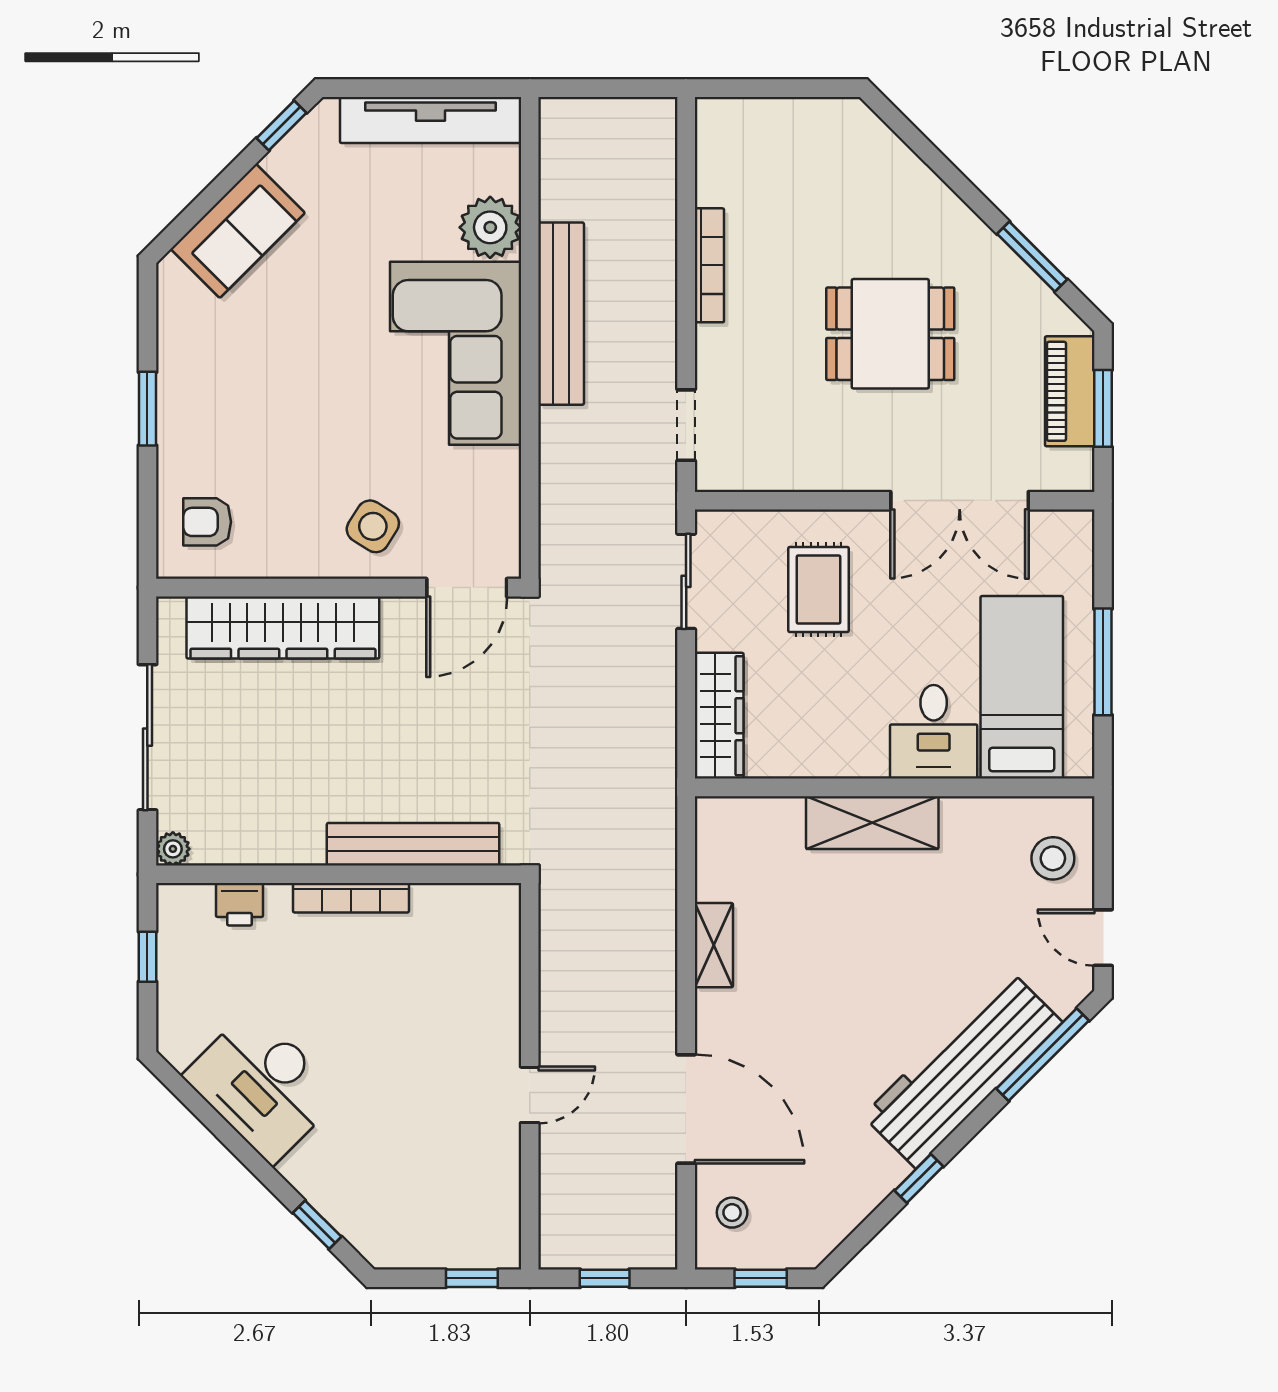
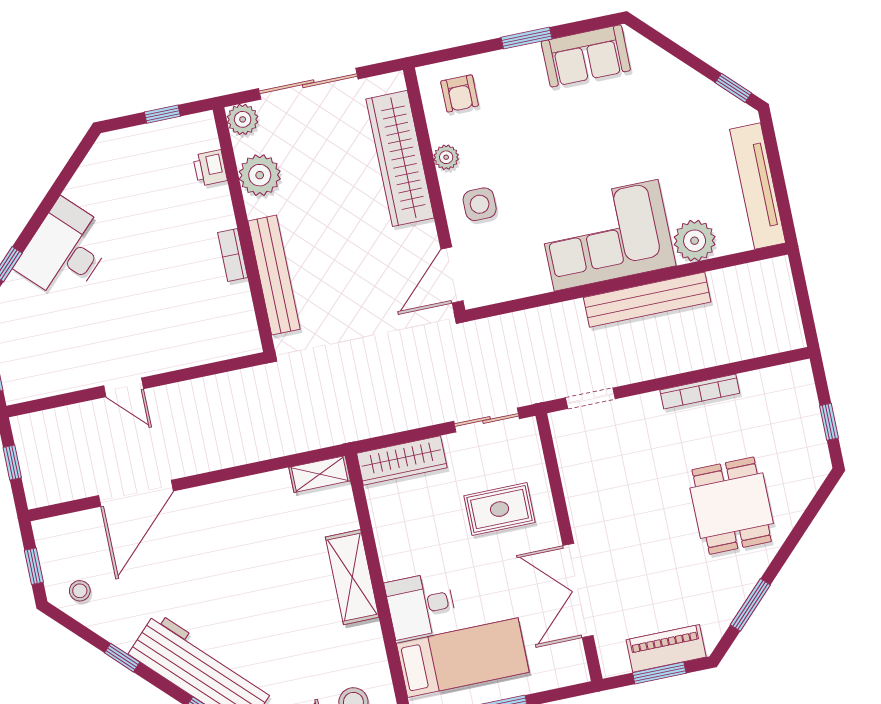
window: (792, 88) -> (829, 422), added
sofa: (238, 231) -> (586, 56), moved, turned -45
dining table: (890, 334) -> (732, 506), moved
armchair: (207, 522) -> (460, 93), turned 180
side table: (373, 526) -> (480, 204), turned -32
plant: (295, 560) -> (446, 157), added
door: (467, 588) -> (452, 275), hinge flipped
plant: (265, 835) -> (260, 175), added
plant: (173, 849) -> (243, 119), width x1.38, depth x1.38
bookcase: (351, 898) -> (233, 255), width x0.64
shelving: (714, 945) -> (320, 474), moved
desk: (262, 1086) -> (65, 251), moved
stool: (732, 1213) -> (80, 591), moved

